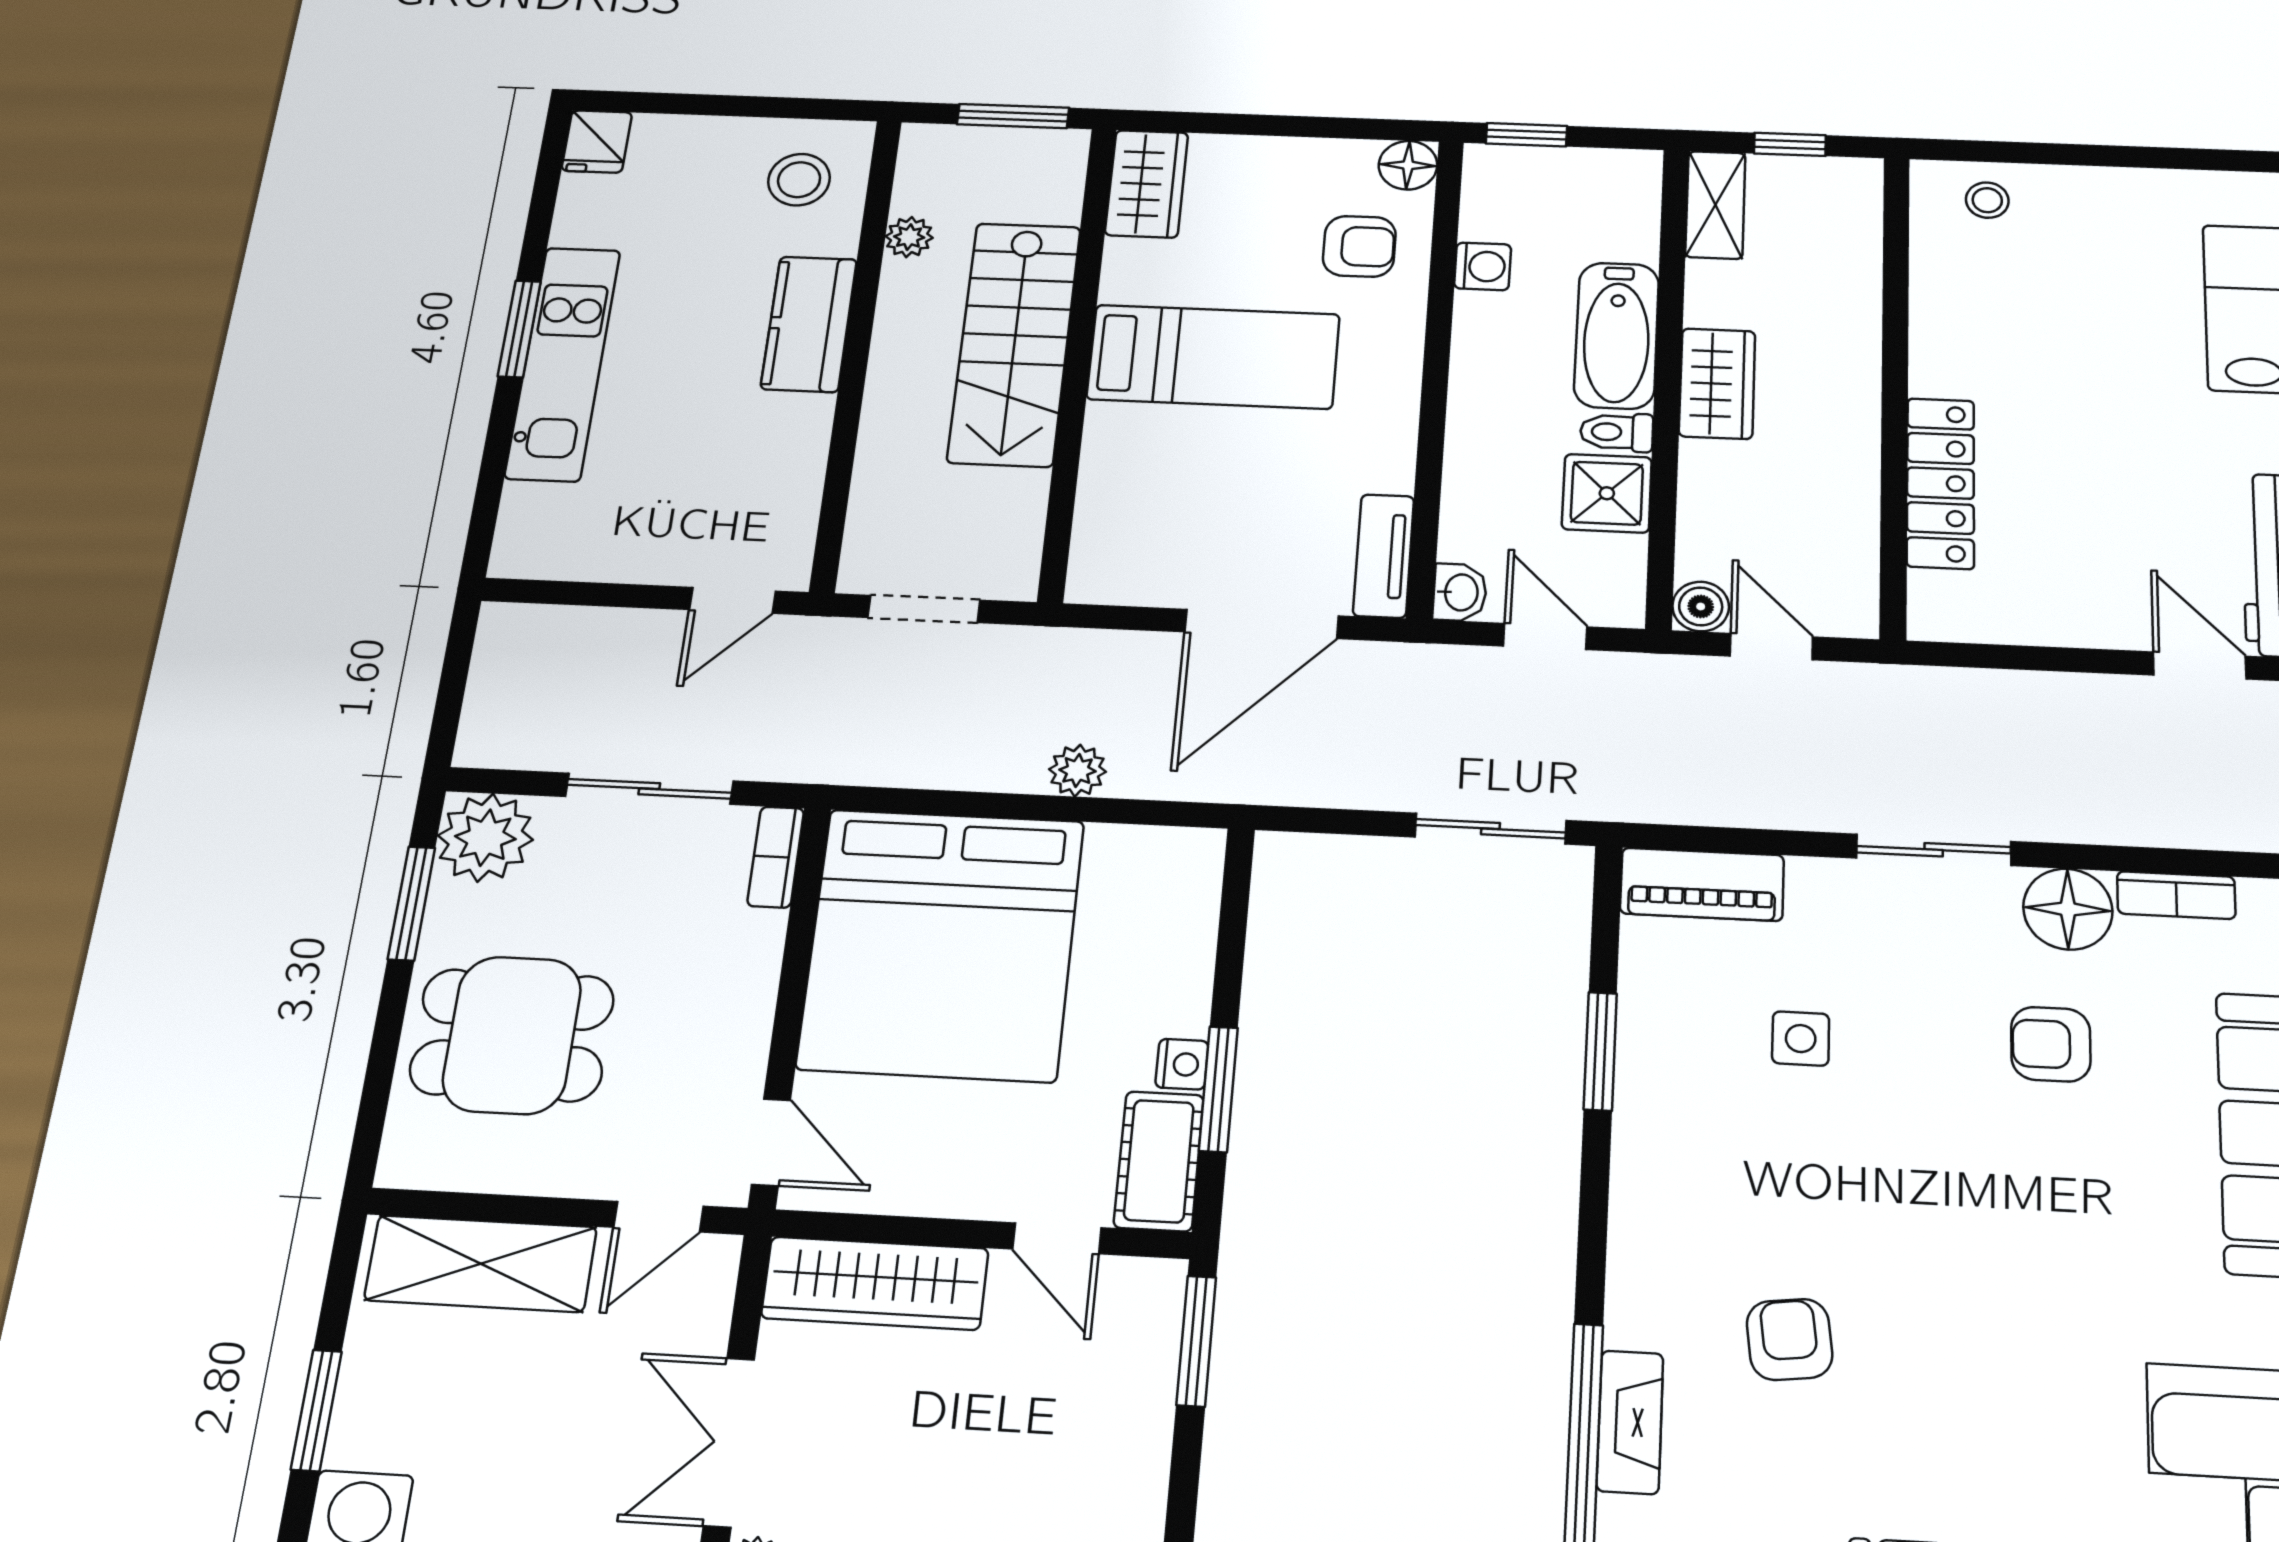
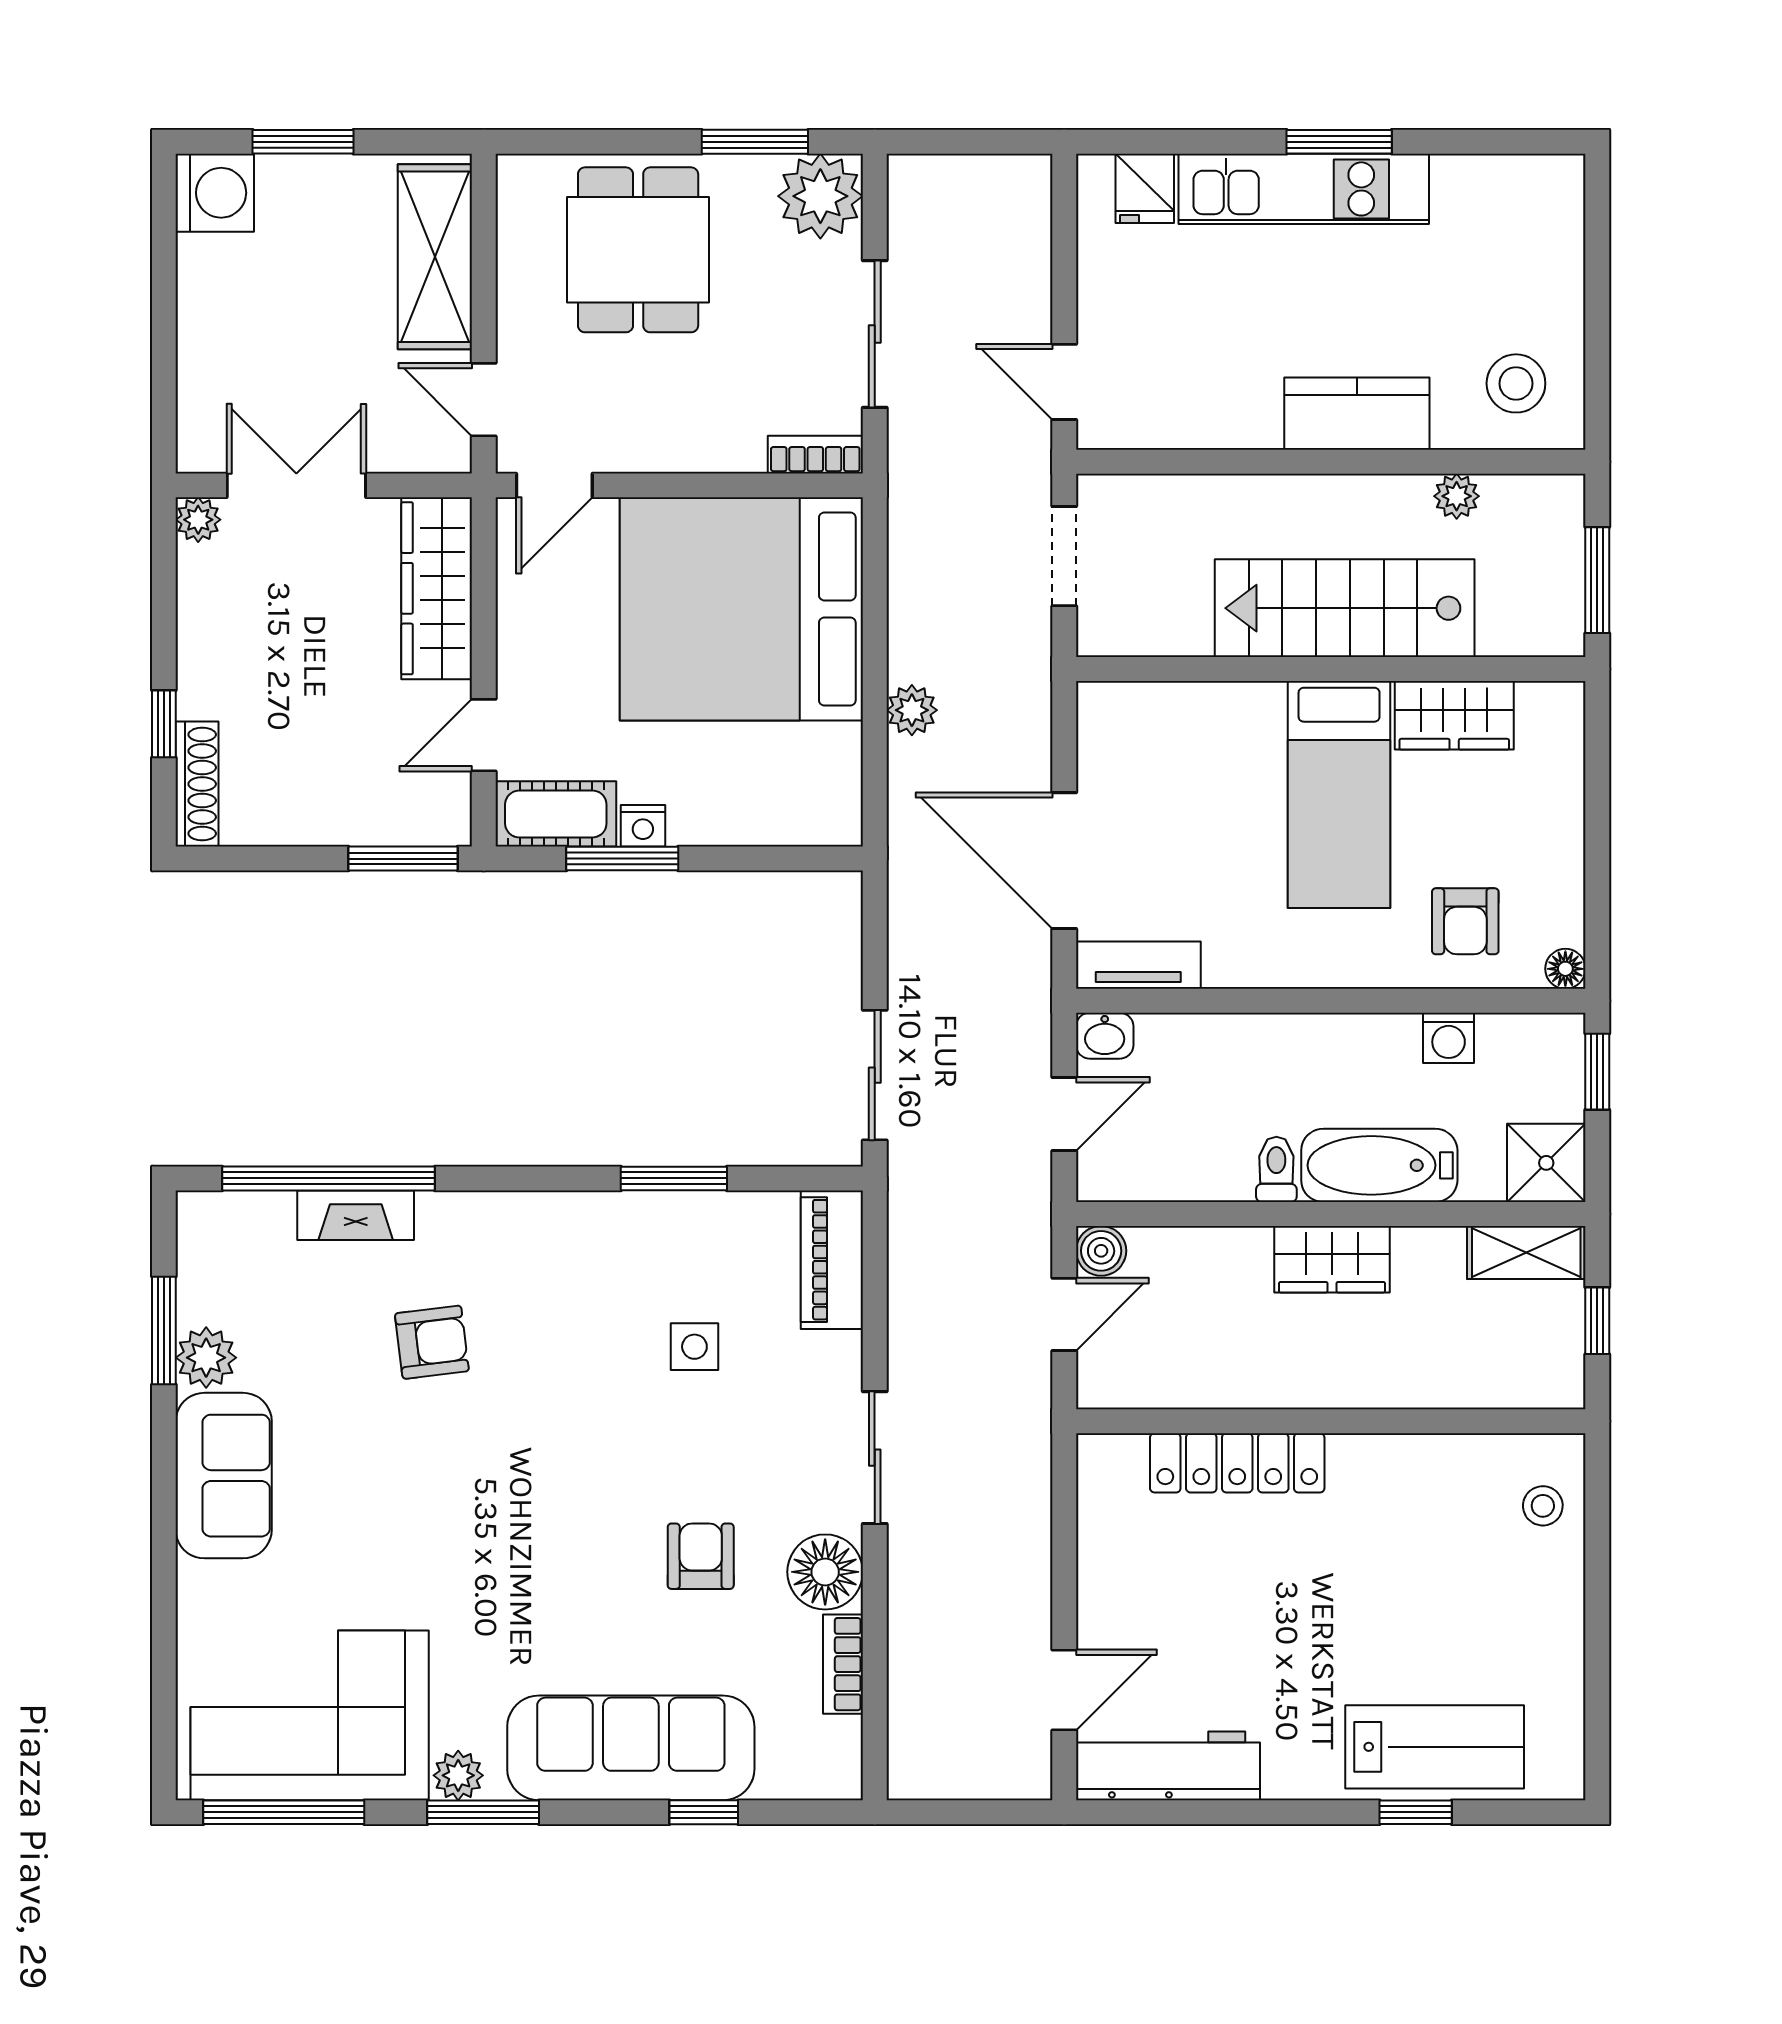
fridge: (597, 142) -> (1145, 188), moved, turned -90
floor lamp: (1408, 165) -> (1565, 969), width x0.73, depth x0.73
wardrobe: (1147, 184) -> (1454, 715), moved
shower: (1607, 493) -> (1546, 1163), moved

